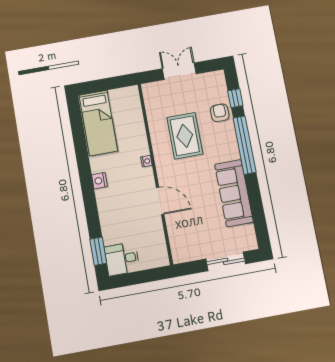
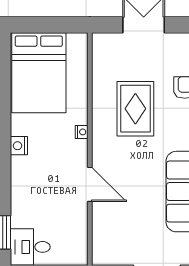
bed: (98, 123) -> (39, 73), width x1.50

